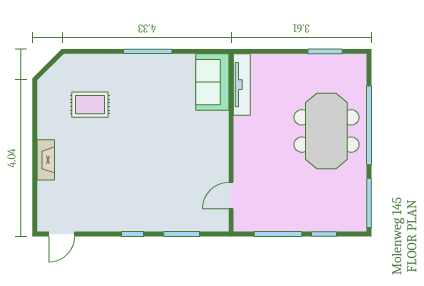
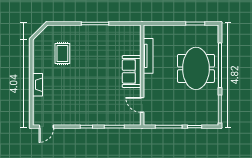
sofa: (212, 82) -> (132, 72), moved
tv unit: (242, 85) -> (148, 56), moved
rug: (90, 105) -> (62, 54), turned 90
door: (231, 196) -> (142, 105), hinge flipped

